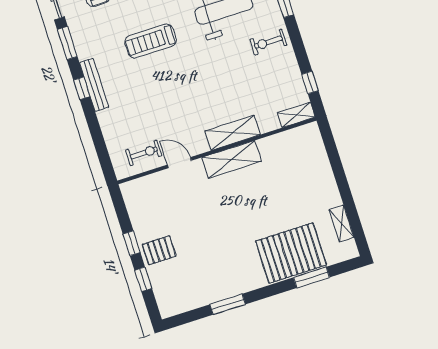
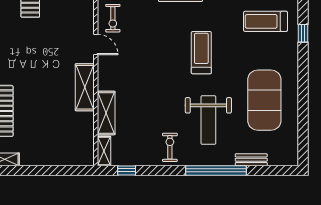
shelving: (233, 133) -> (106, 113), moved
door: (179, 163) -> (96, 44), hinge flipped

